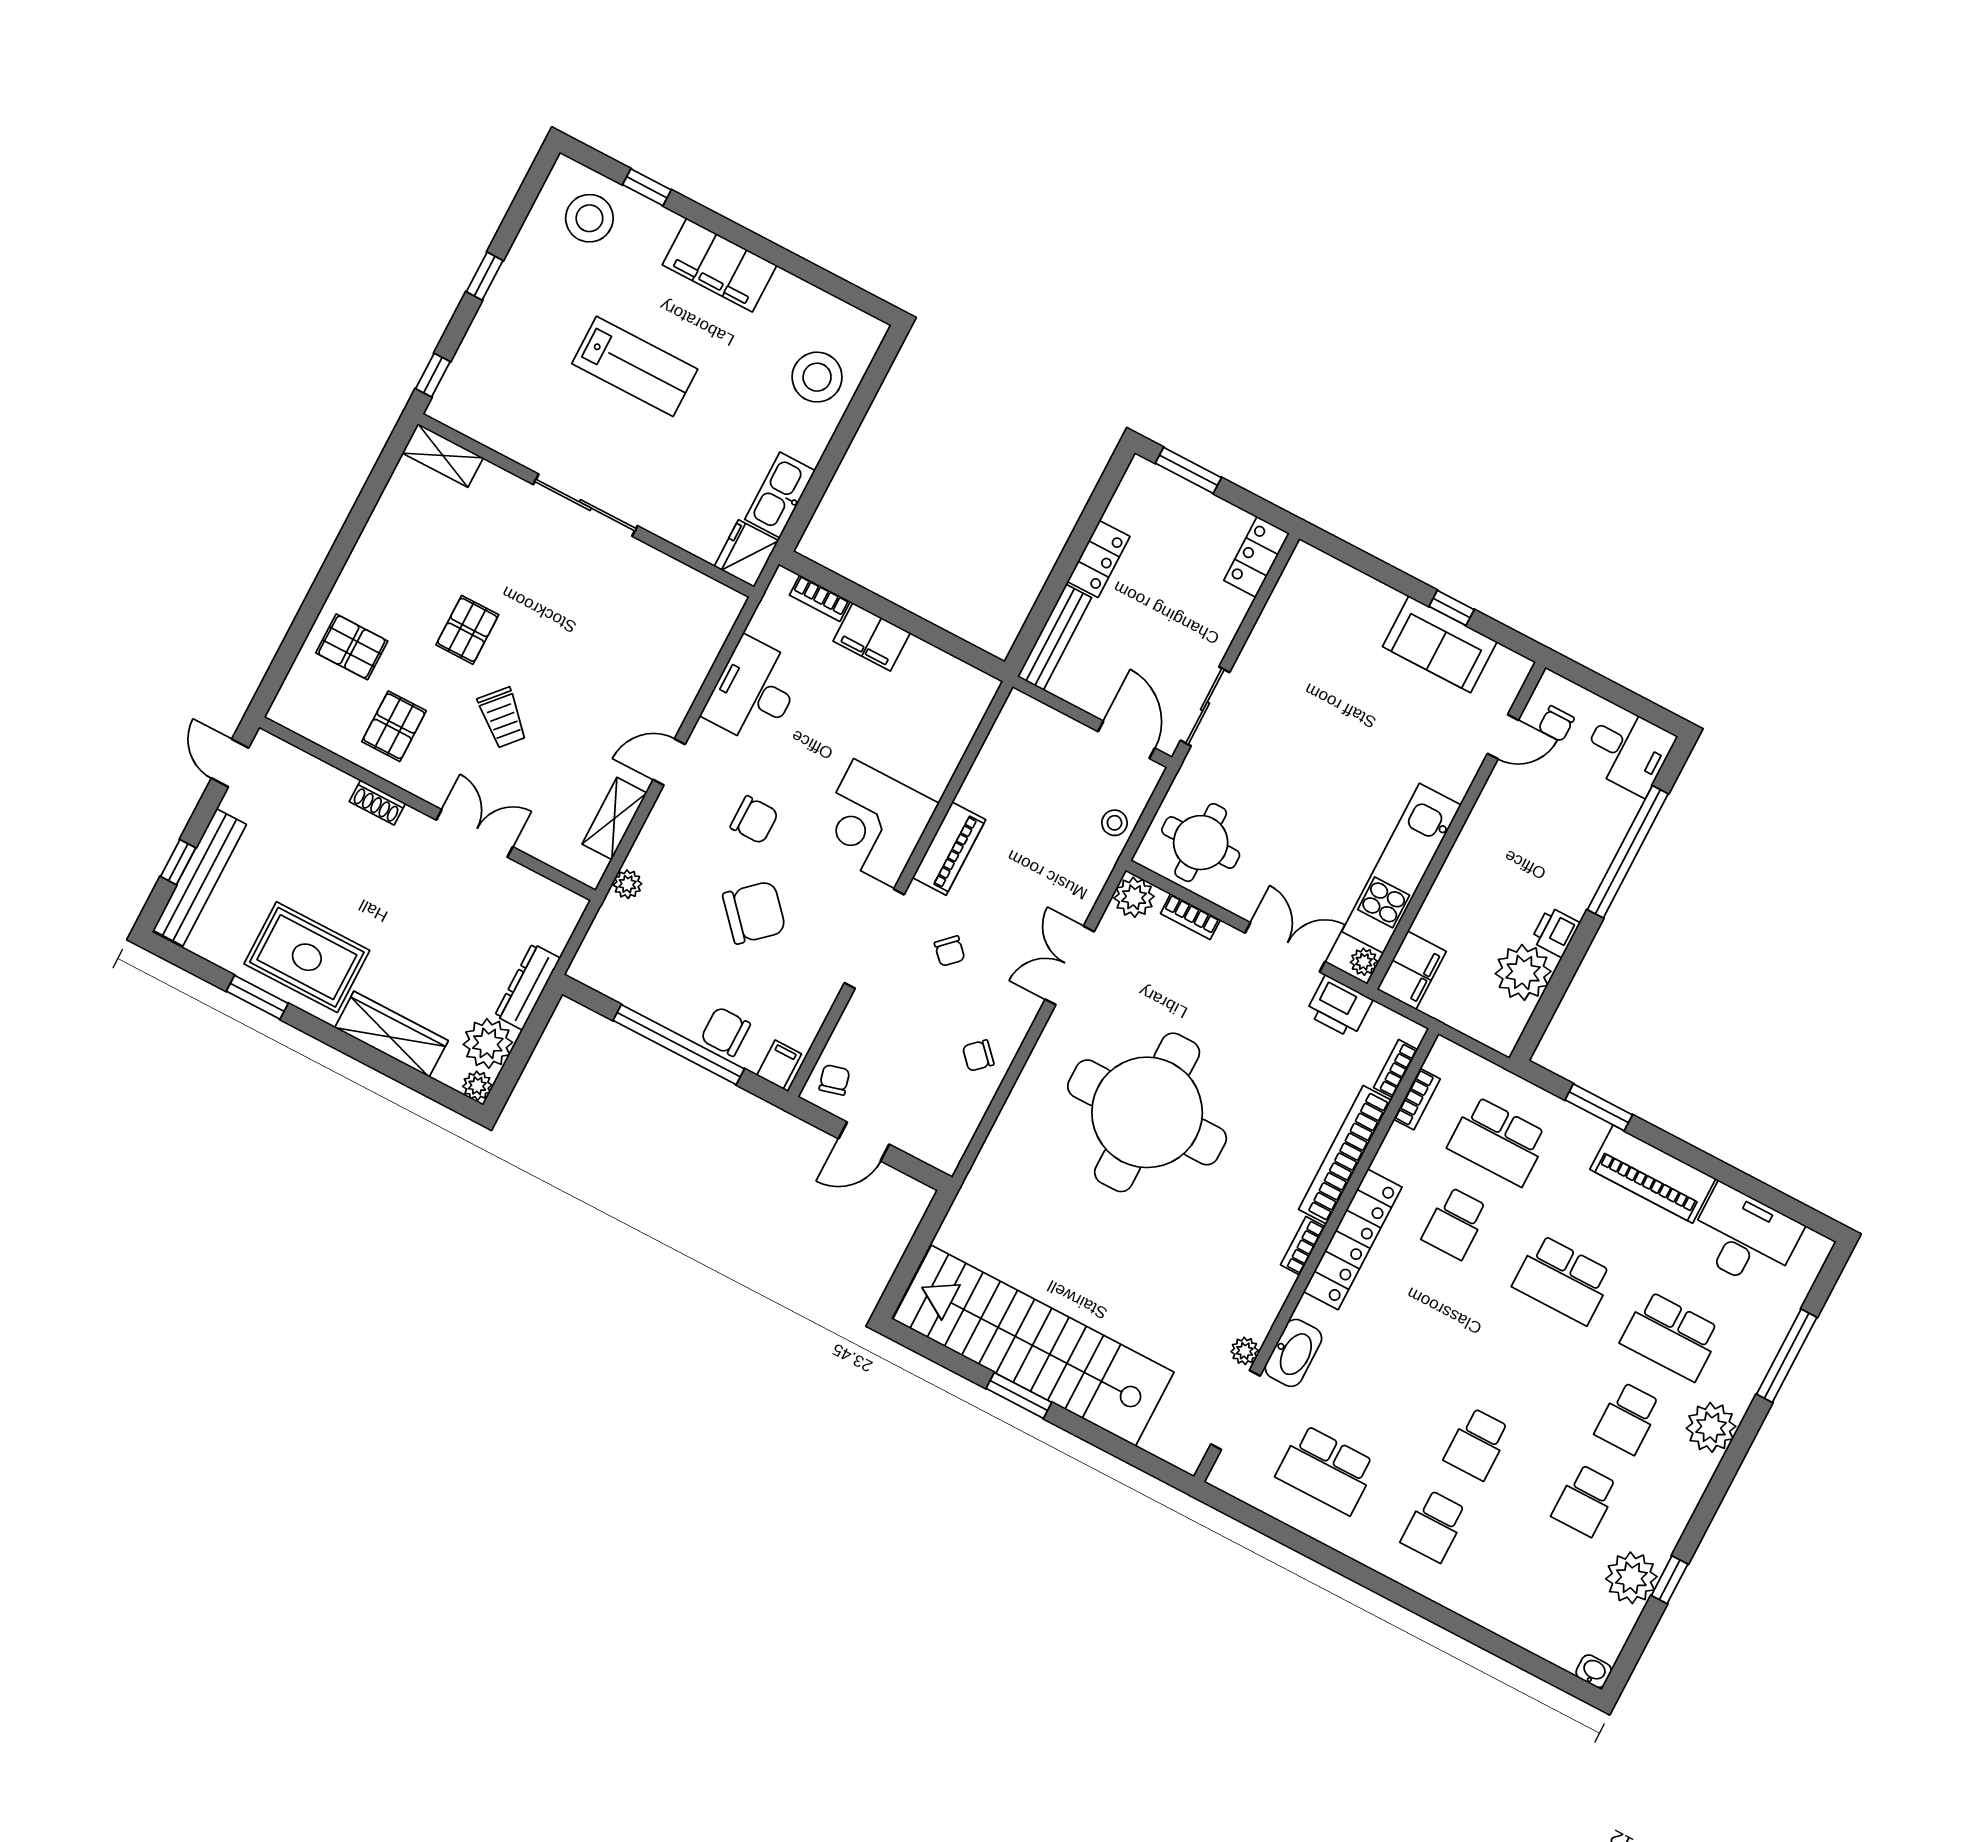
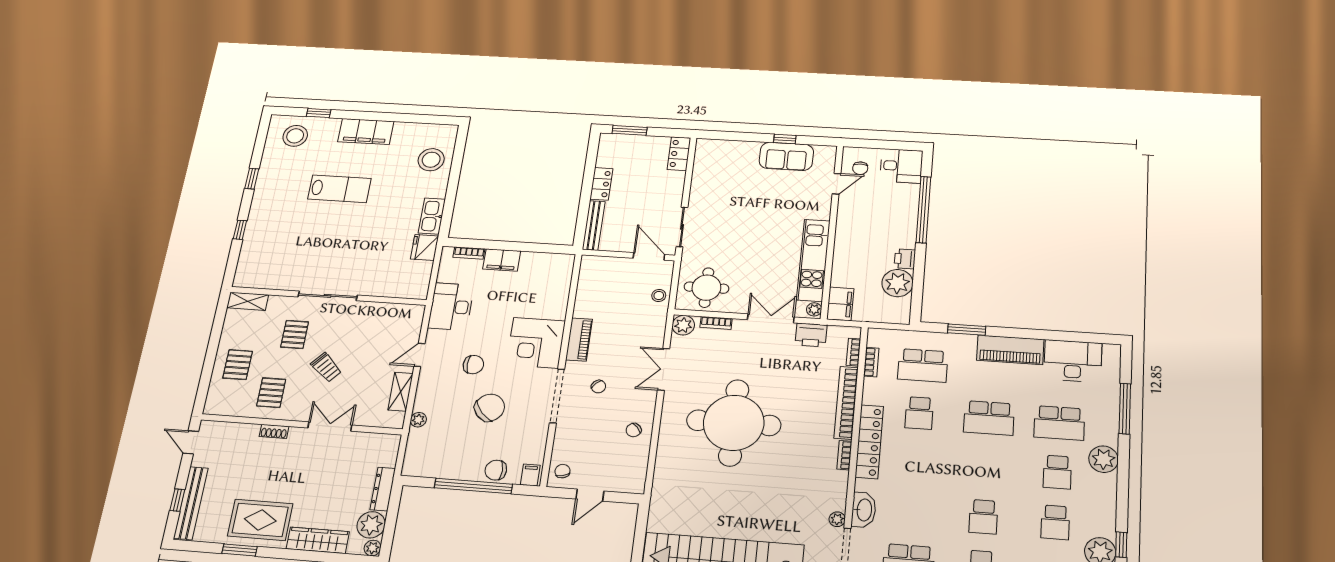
shelving: (443, 455) -> (248, 301), moved
sliding door: (585, 505) -> (328, 296), moved
wall: (586, 505) -> (328, 296), moved
pallet: (352, 647) -> (238, 365), turned 90

